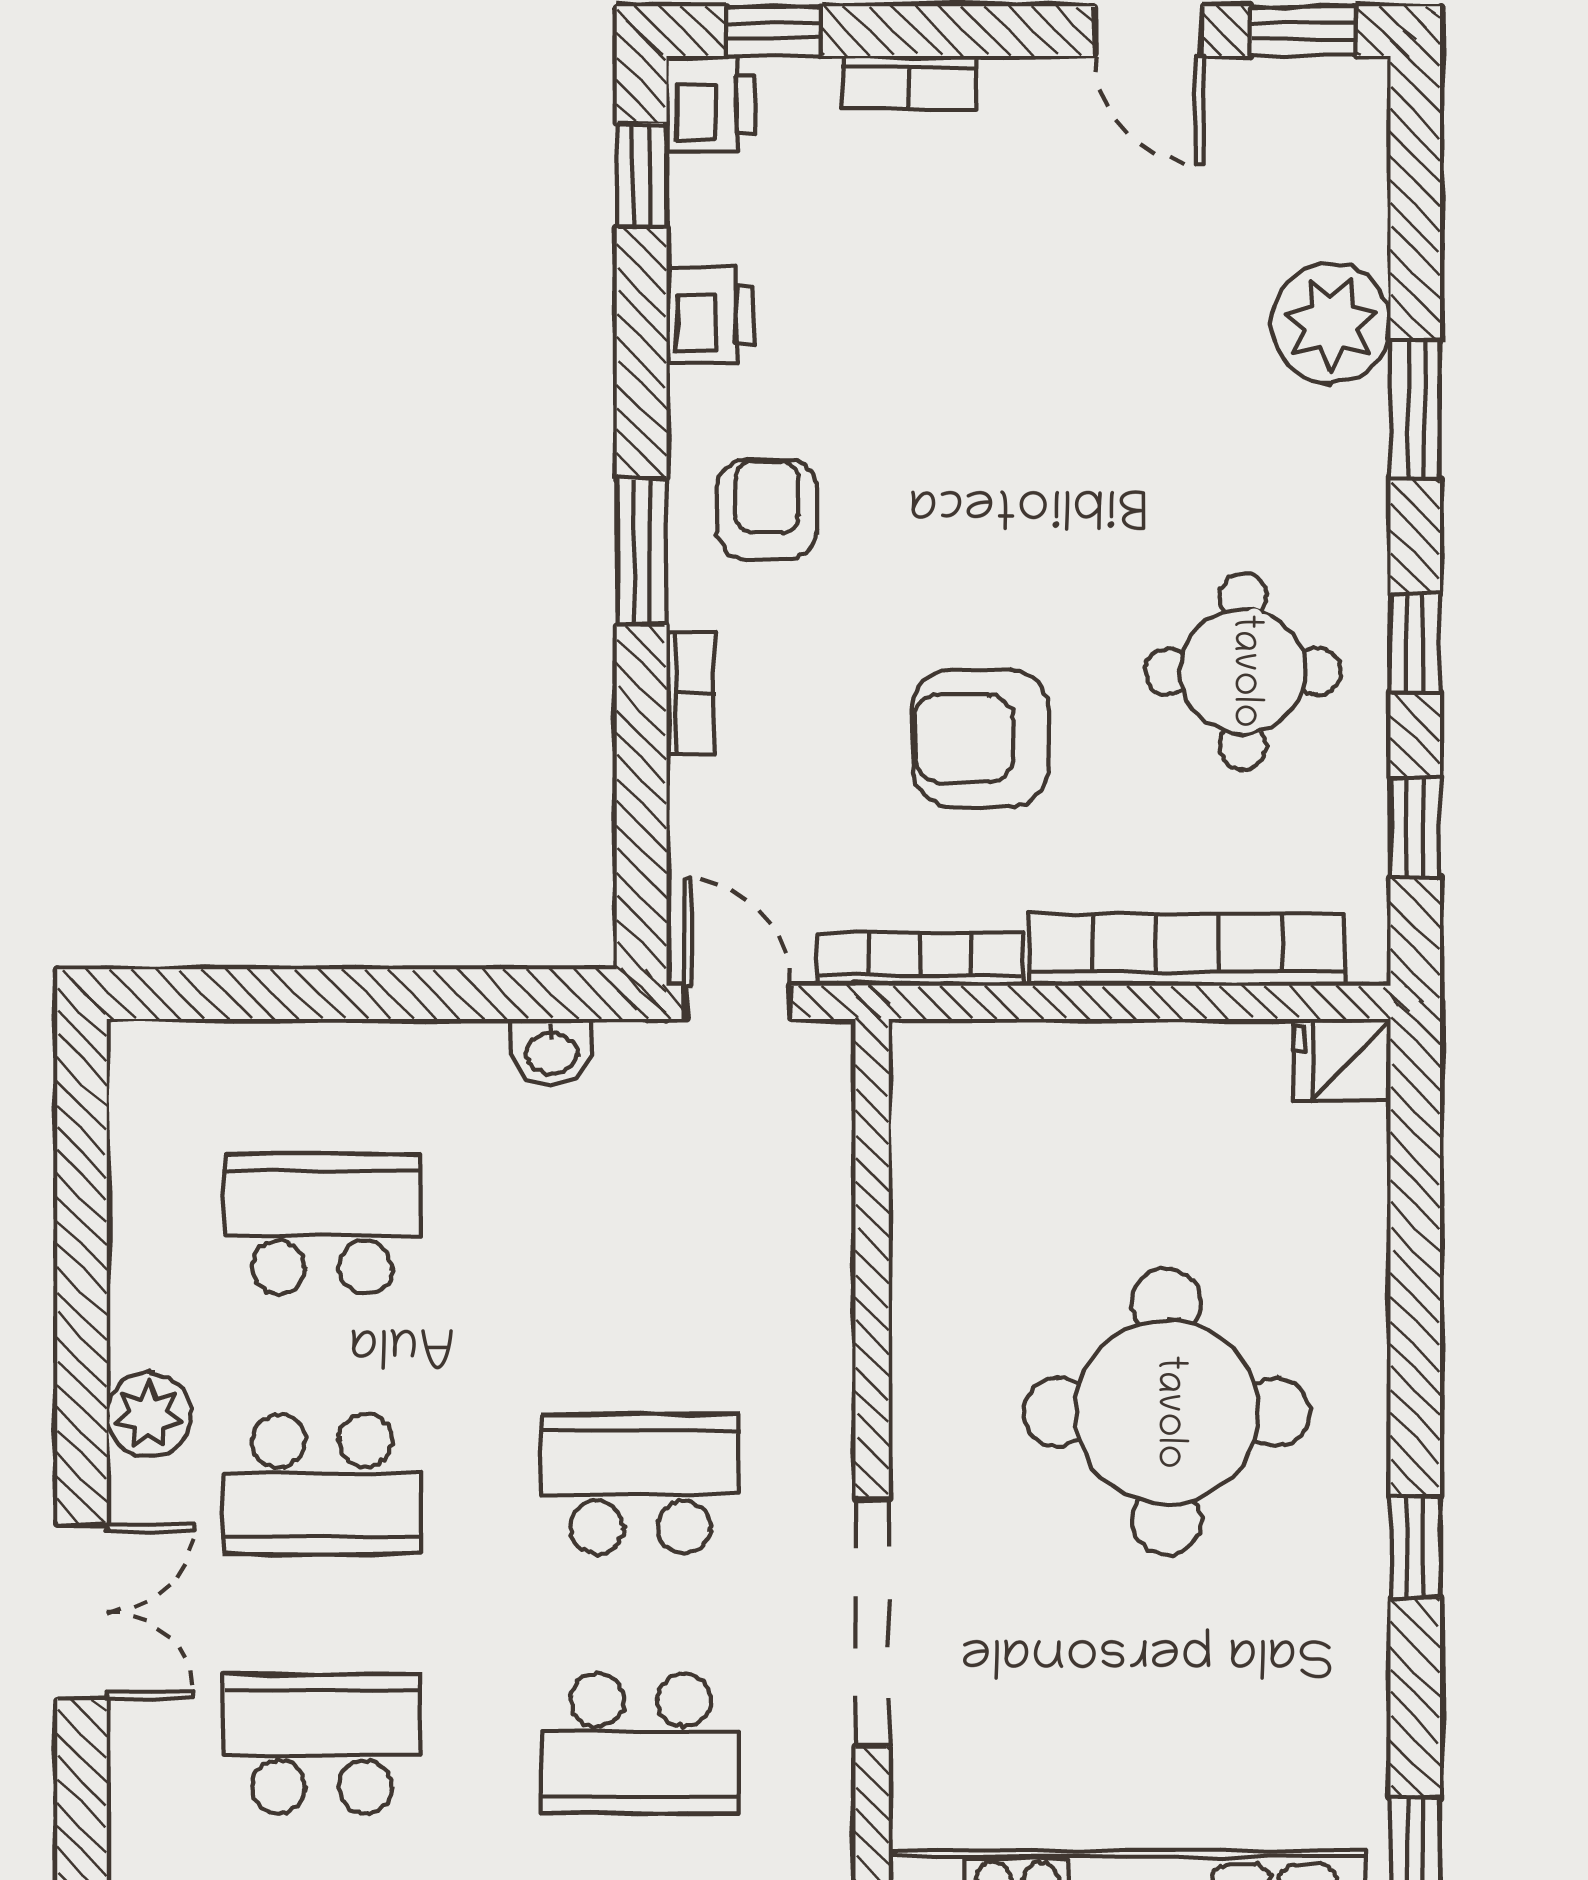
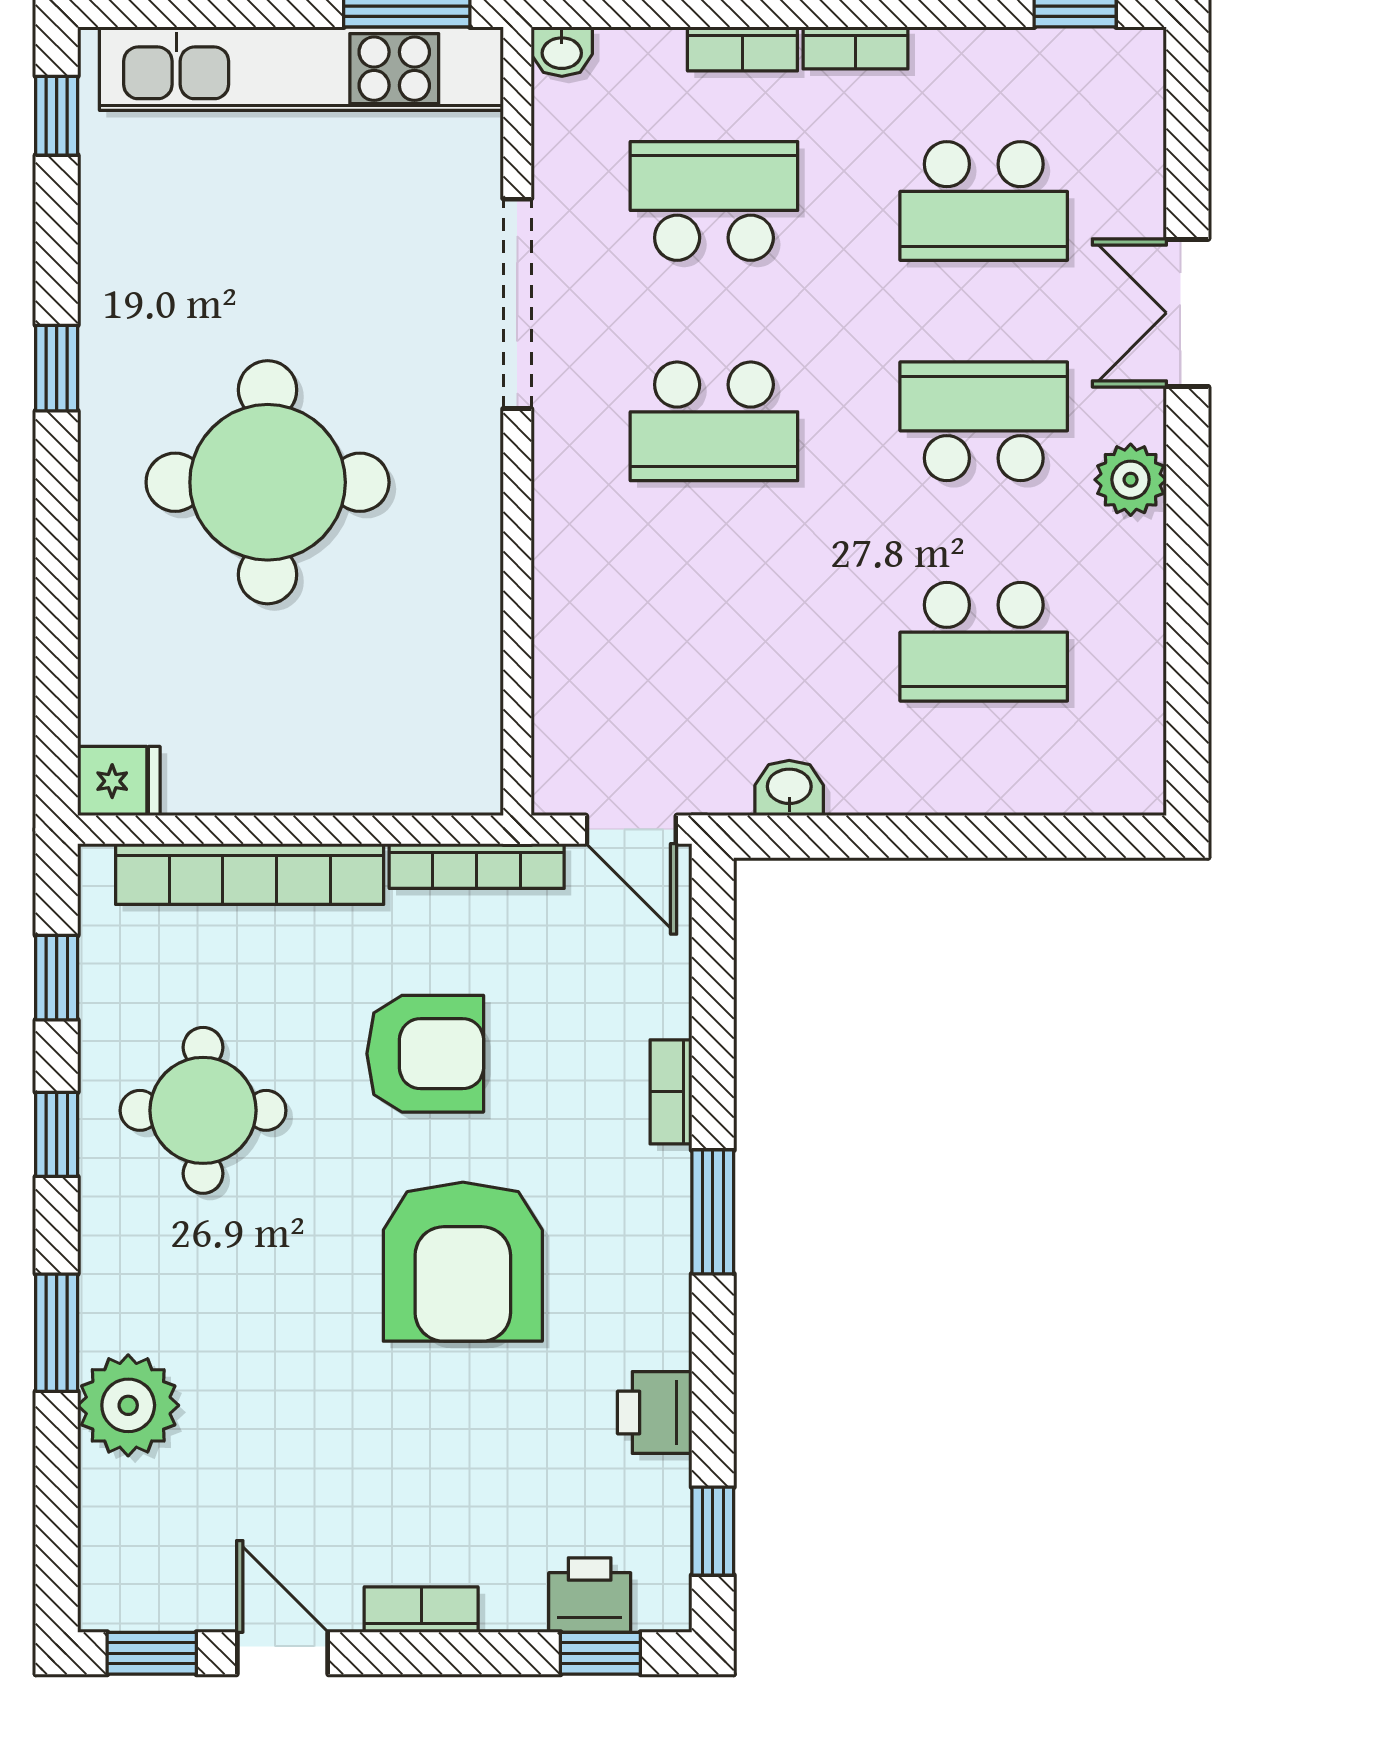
bookcase: (909, 83) -> (421, 1610), moved
printer: (710, 104) -> (590, 1595), moved, turned 90
armchair: (767, 509) -> (463, 1262), moved, width x1.88, depth x1.88

